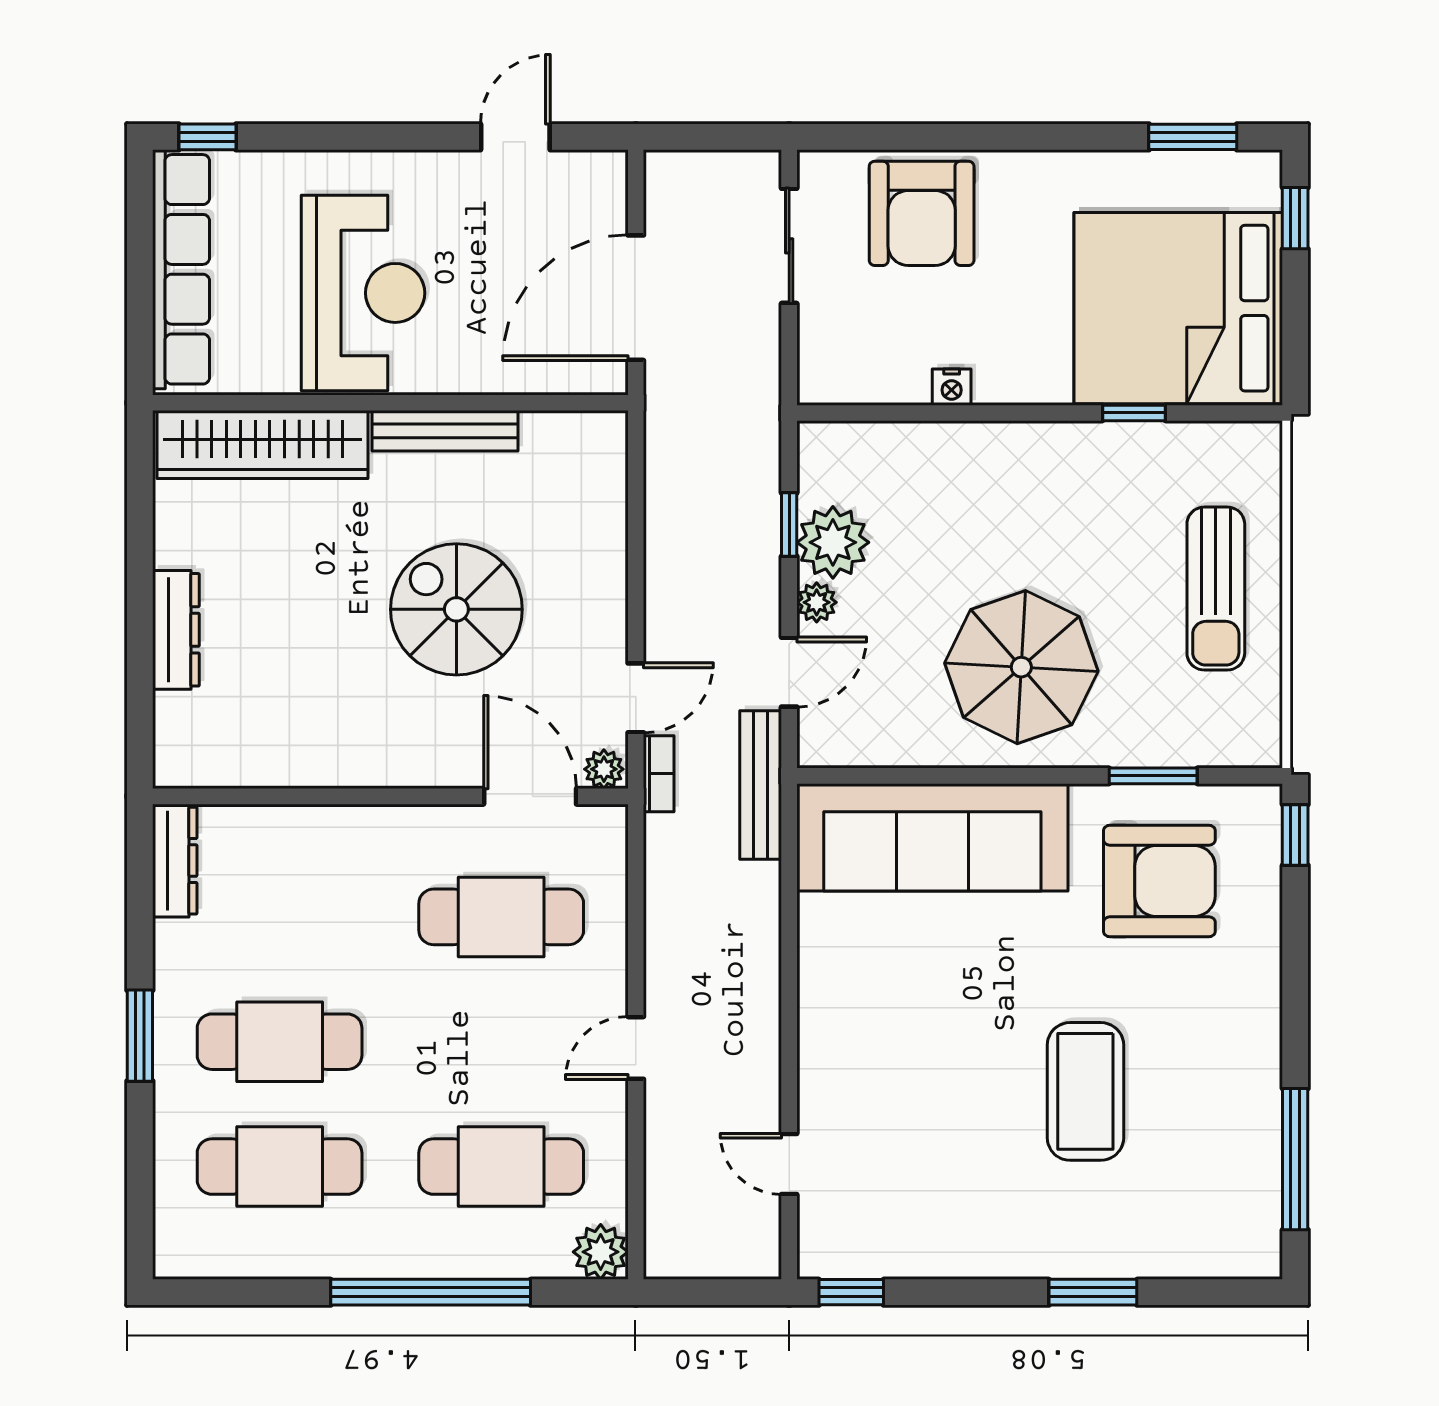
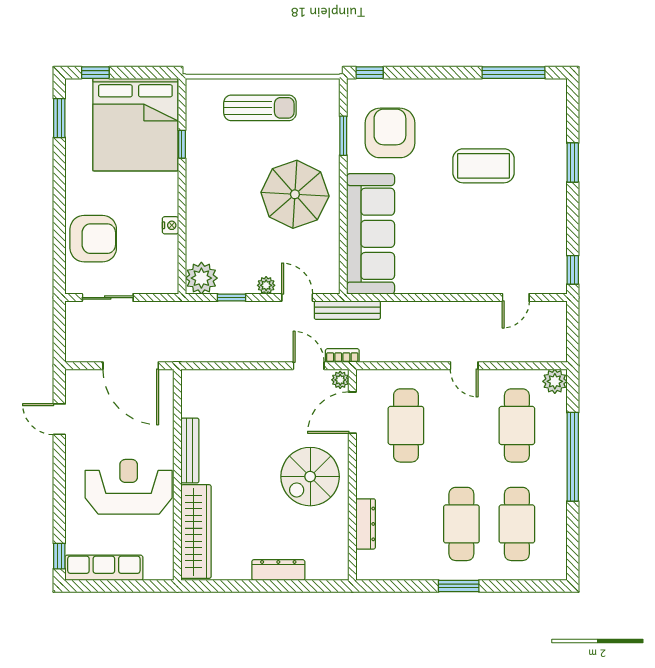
row of seats: (181, 269) -> (104, 568), width x0.73
plant: (833, 542) -> (201, 278), moved
spiral stairs: (456, 609) -> (310, 477), moved
dresser: (175, 861) -> (366, 524), moved, turned 90

